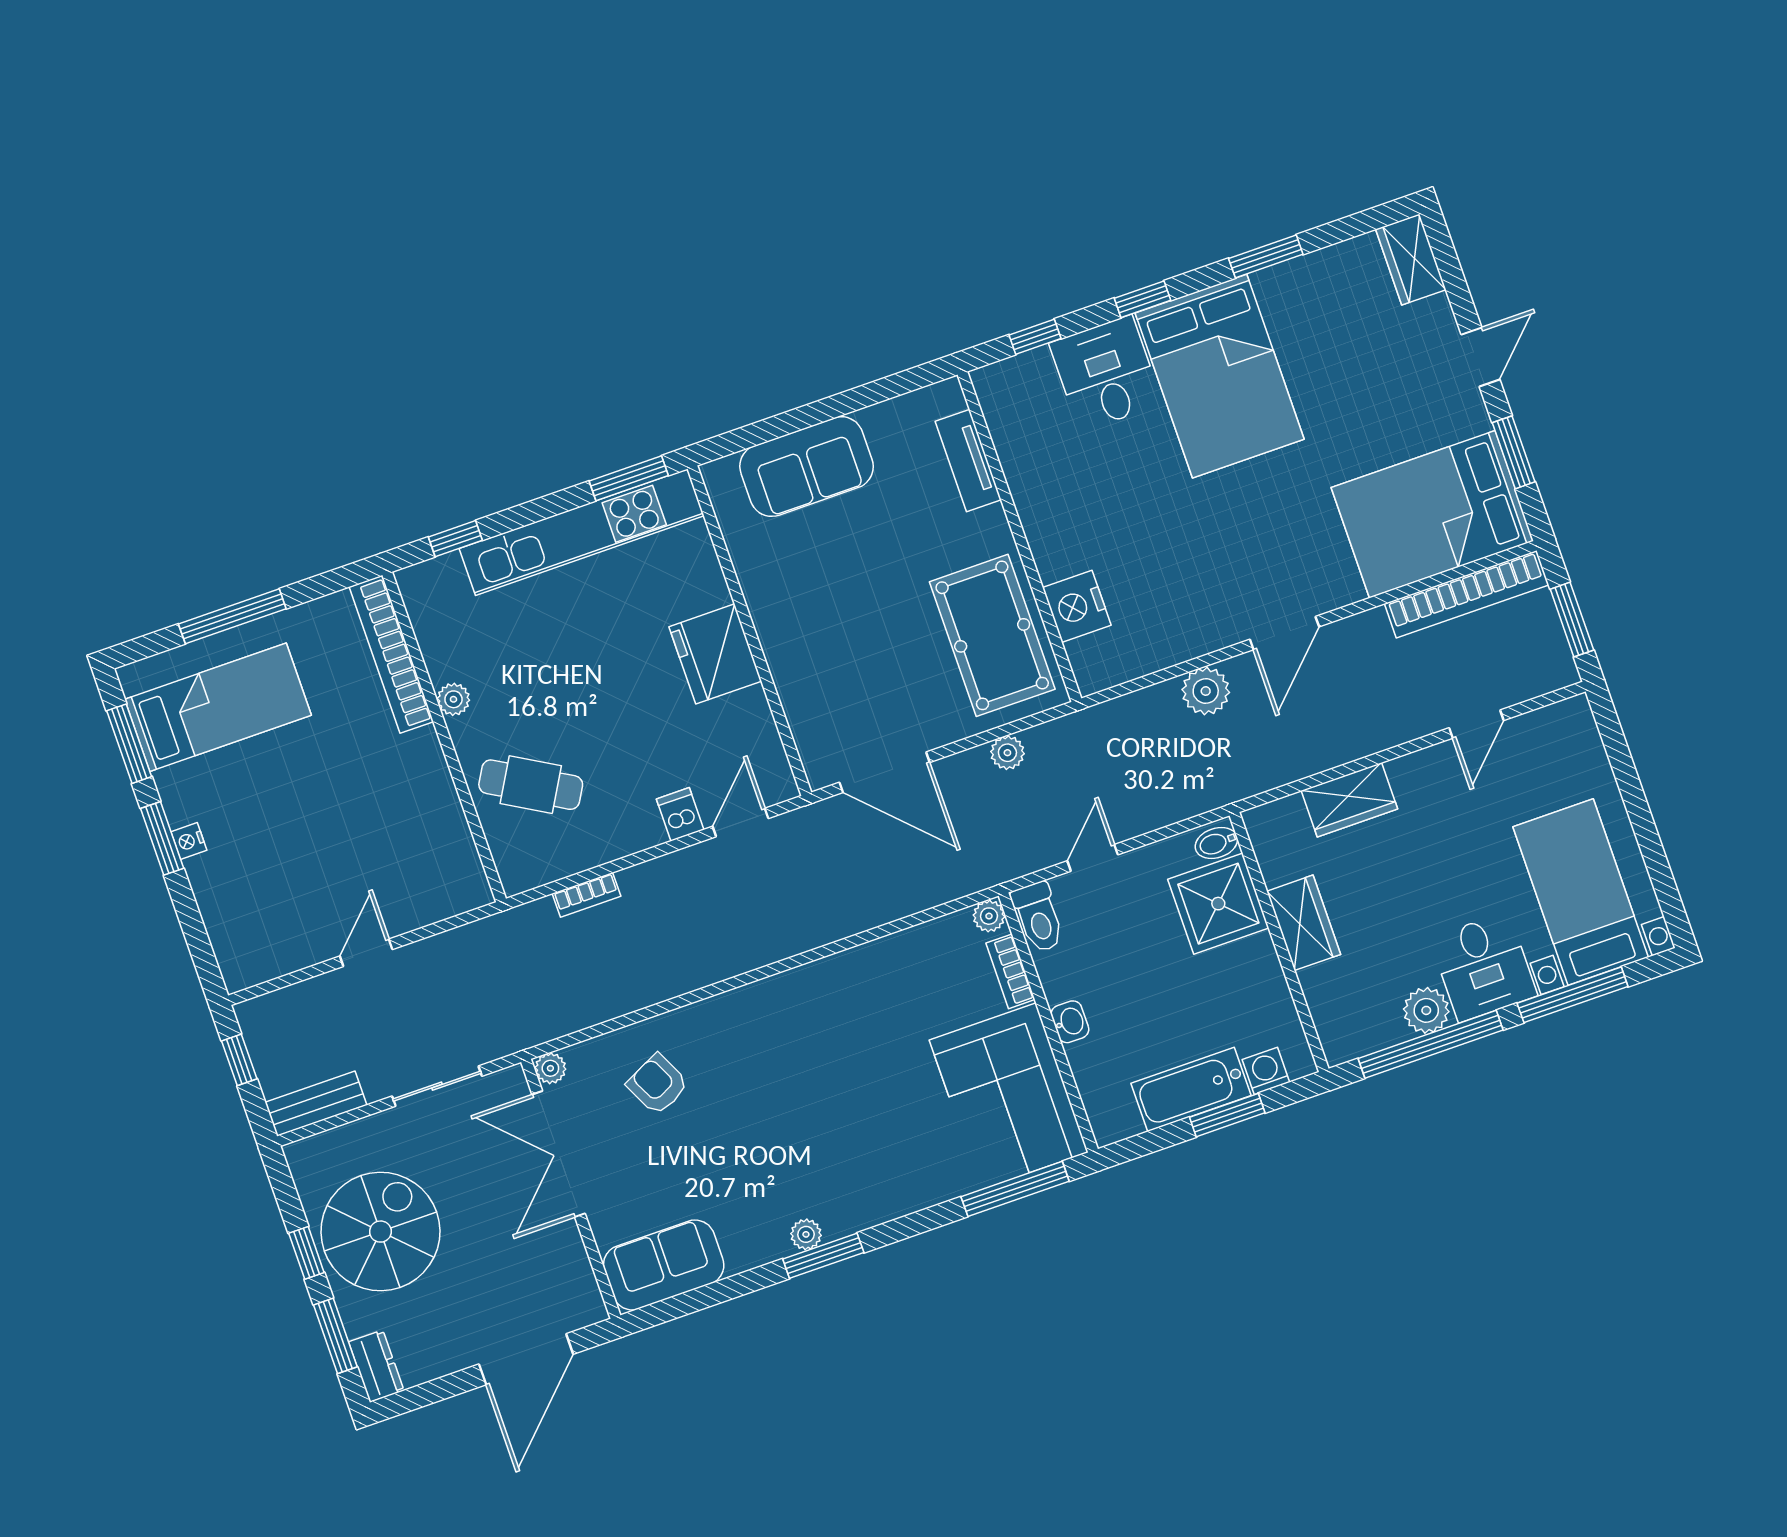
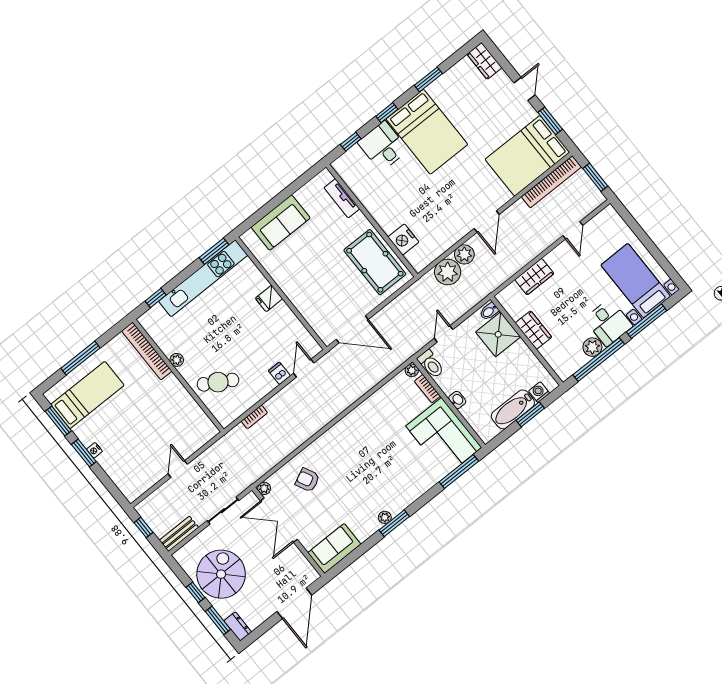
fridge: (715, 654) -> (269, 299), width x0.53, depth x0.75
plant: (1007, 753) -> (448, 272), moved, width x1.88, depth x1.88

